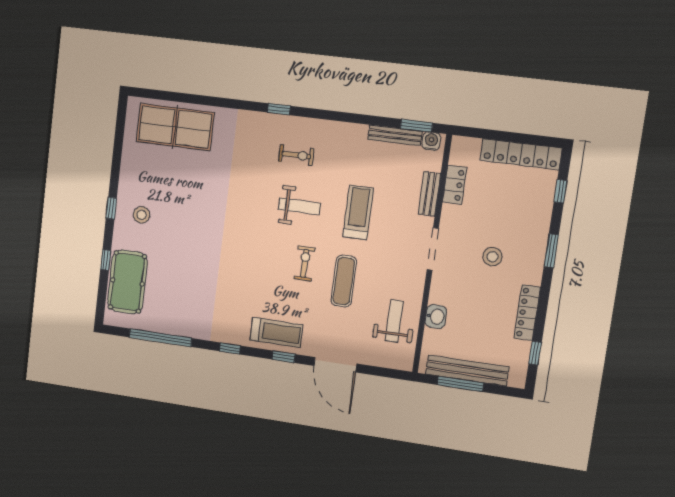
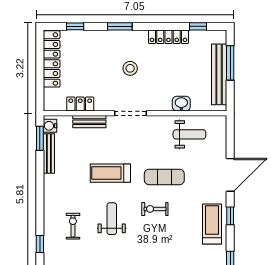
weight bench: (394, 321) -> (189, 134), turned 180
window: (460, 384) -> (230, 63), moved

